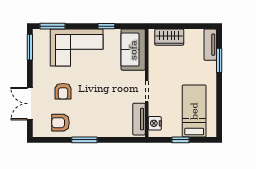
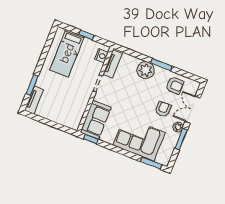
window: (106, 26) -> (91, 139), moved
wardrobe: (169, 37) -> (64, 118), removed
window: (30, 47) -> (181, 139), moved
plant: (39, 78) -> (178, 127), added
double door: (30, 104) -> (193, 110), swing flipped
plant: (99, 127) -> (146, 70), added

